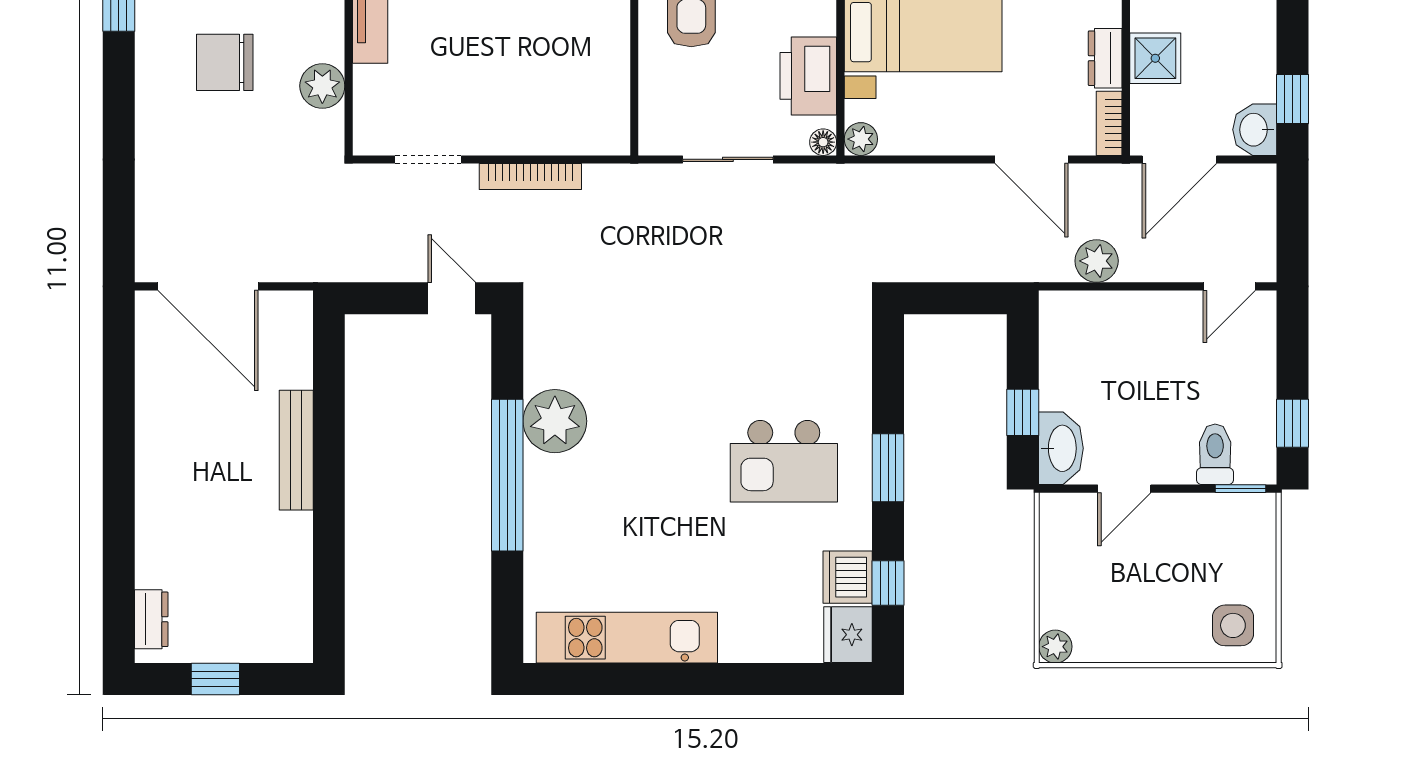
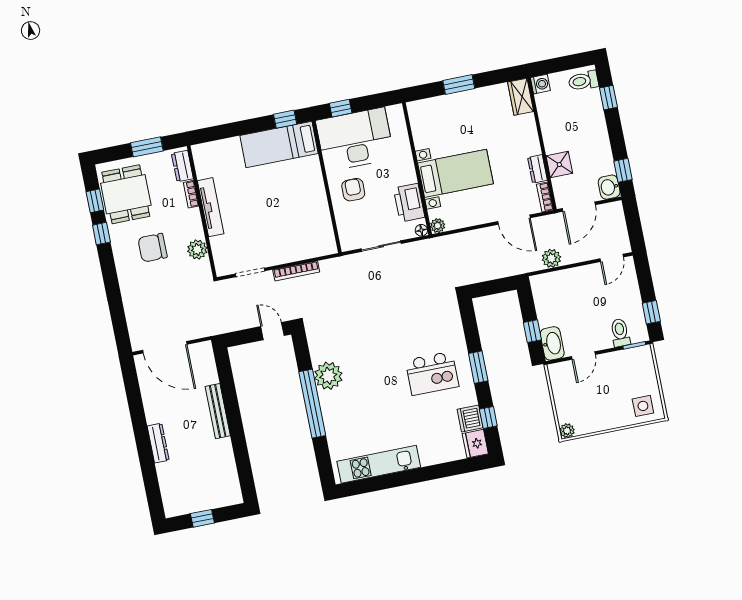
dresser: (151, 619) -> (158, 443), moved, width x1.44

